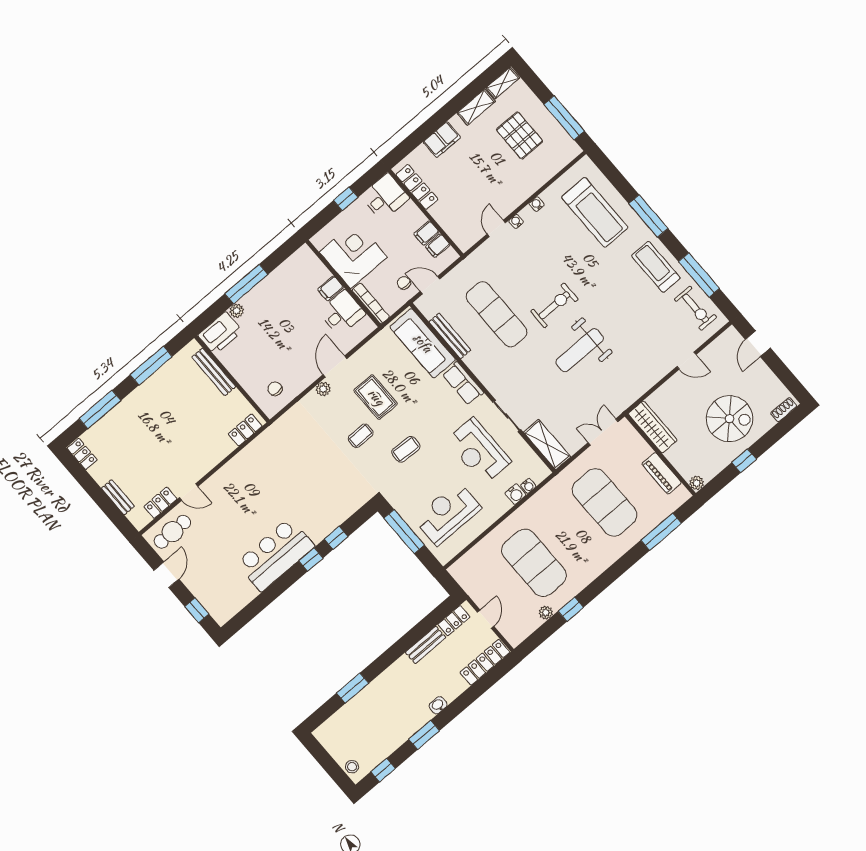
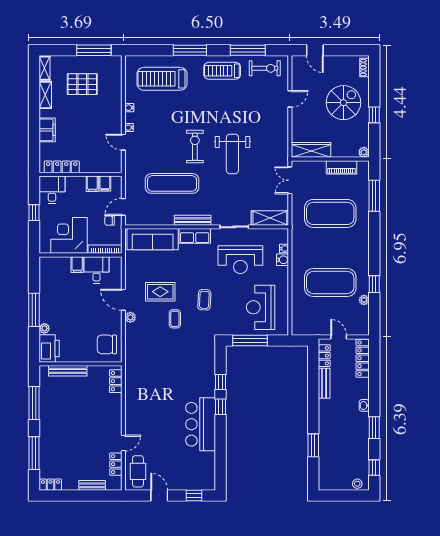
treadmill: (595, 212) -> (162, 79), turned 180
bench: (450, 336) -> (193, 220), moved
chair: (275, 389) -> (107, 344), width x1.87, depth x1.87

